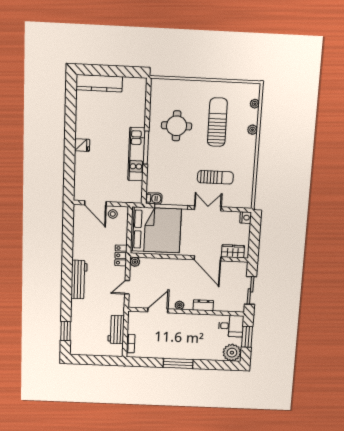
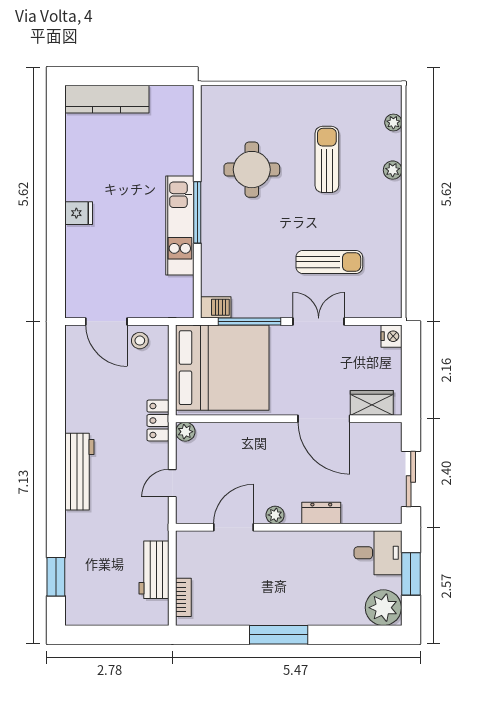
sun lounger: (217, 122) -> (327, 159), width x0.73, depth x0.75

